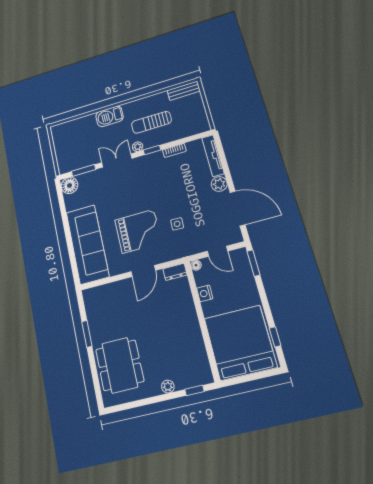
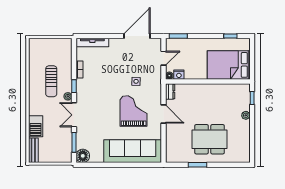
bench: (184, 91) -> (33, 150), moved
barbecue: (110, 116) -> (36, 126), moved
plant: (219, 184) -> (115, 44), removed
nightstand: (205, 293) -> (179, 75), moved
bed: (240, 343) -> (229, 65), width x0.73
dining table: (120, 365) -> (210, 139), moved

